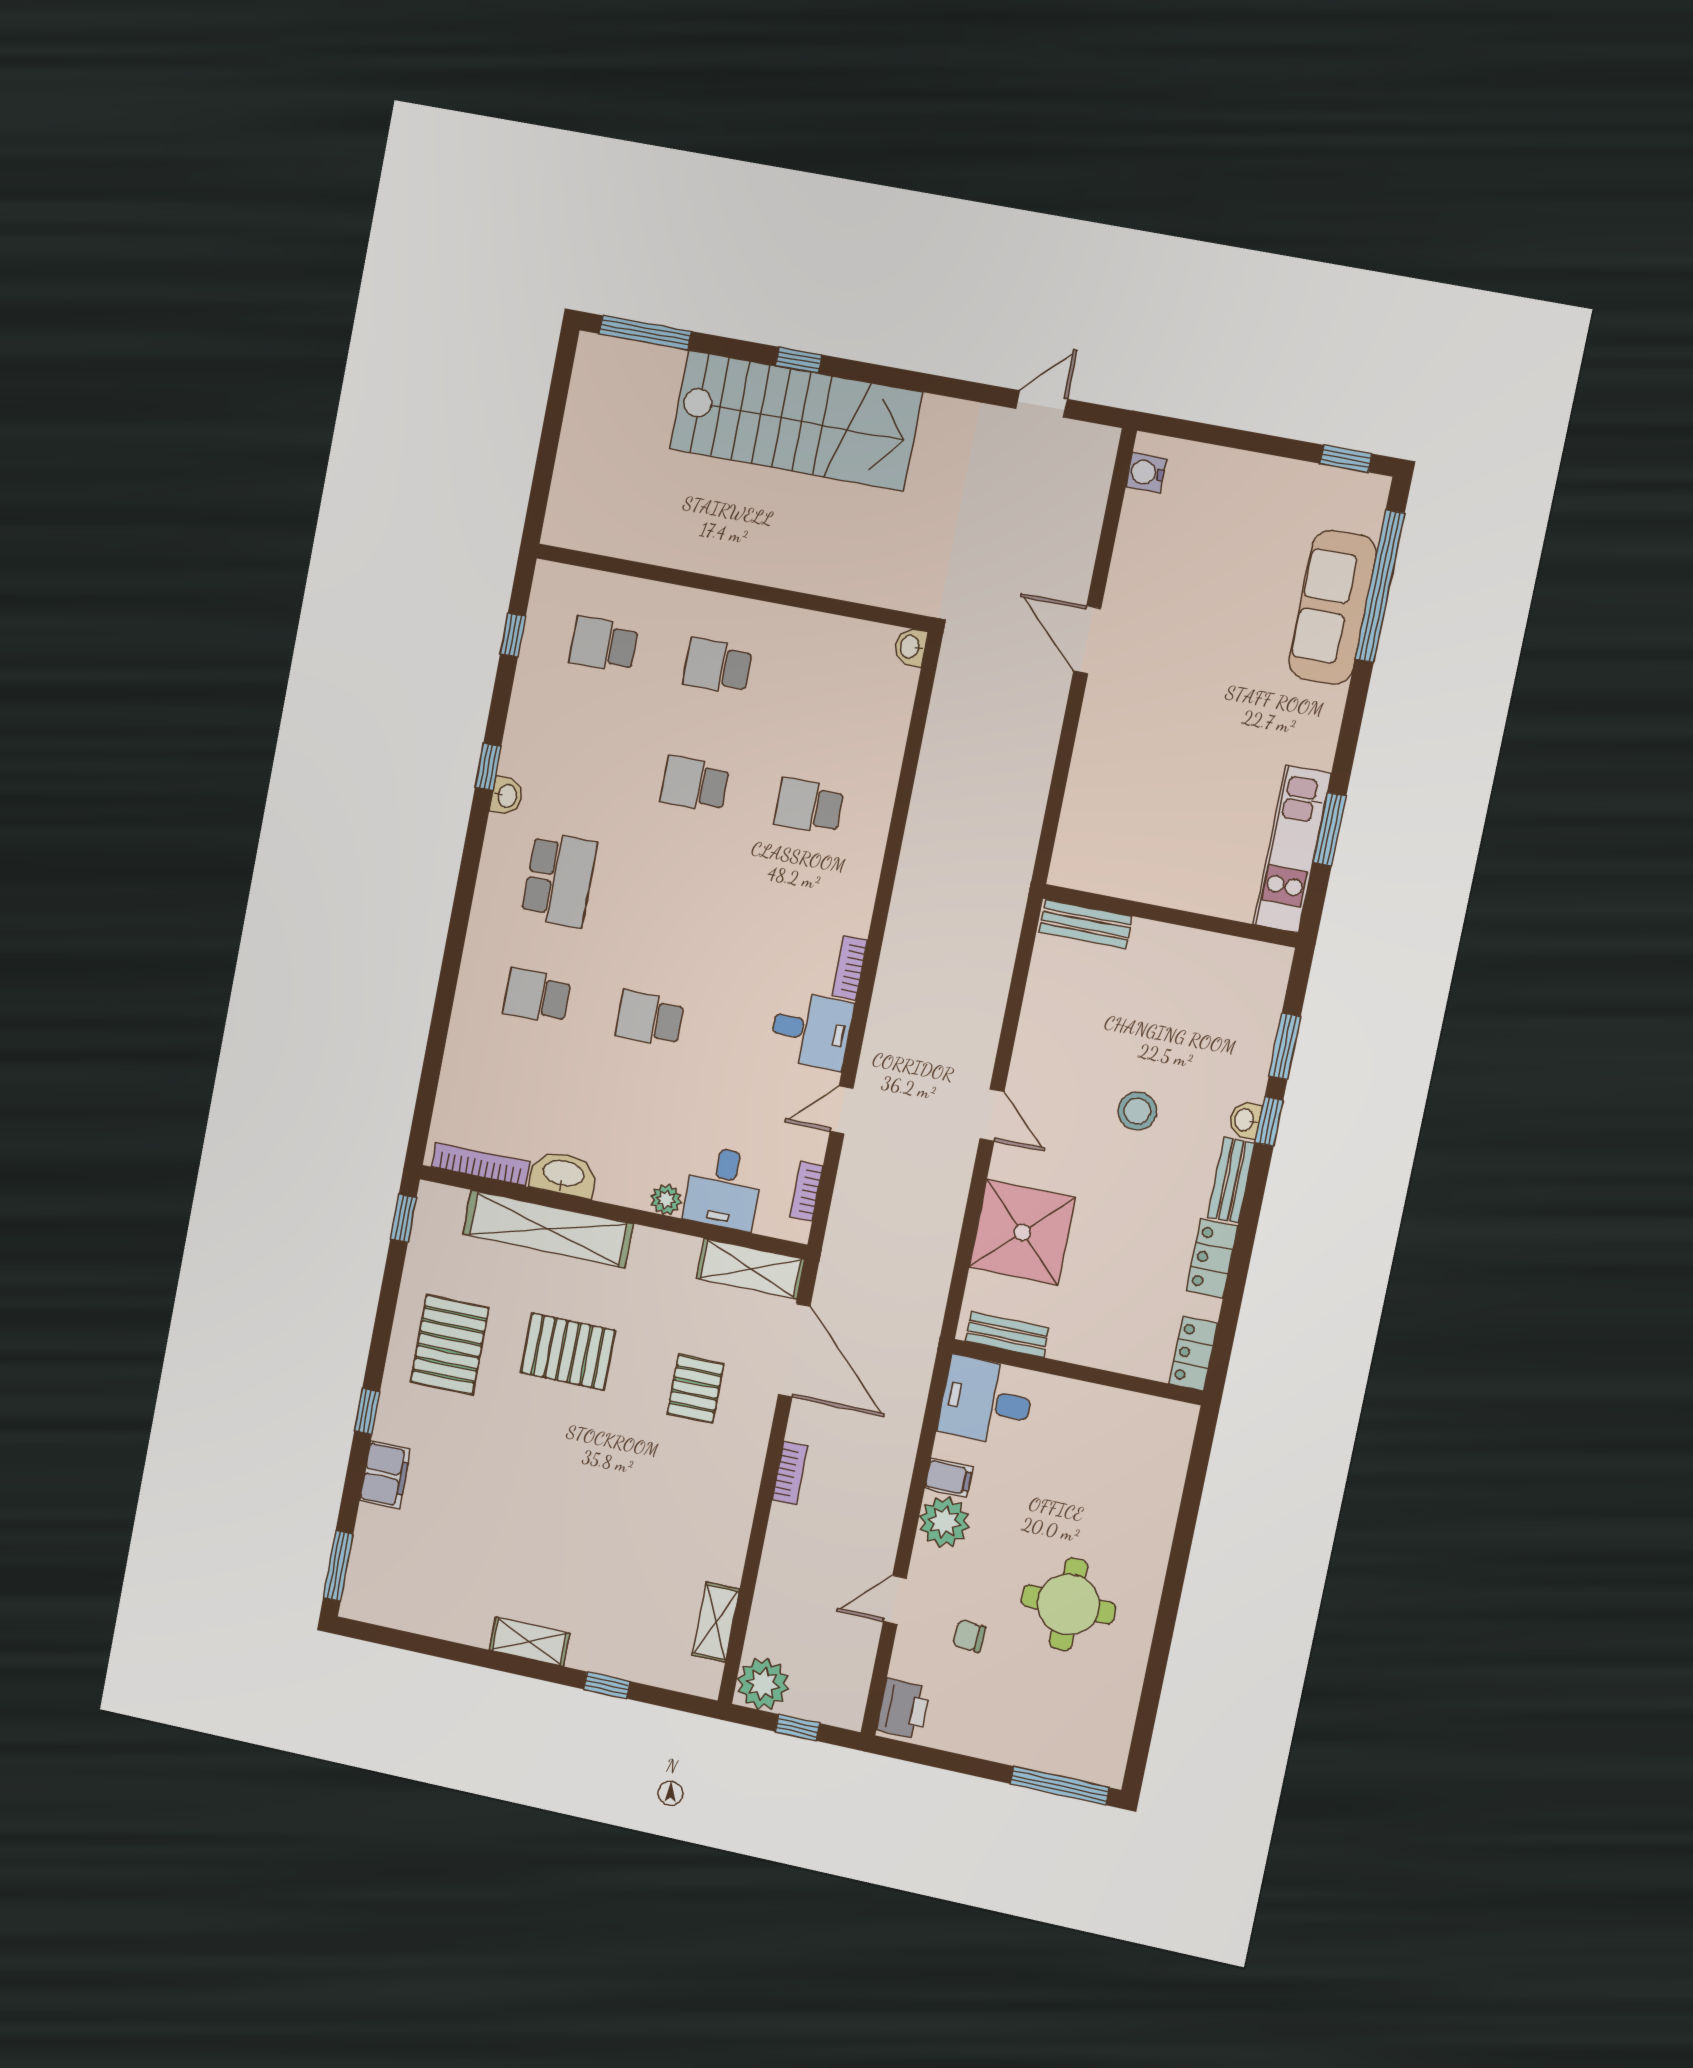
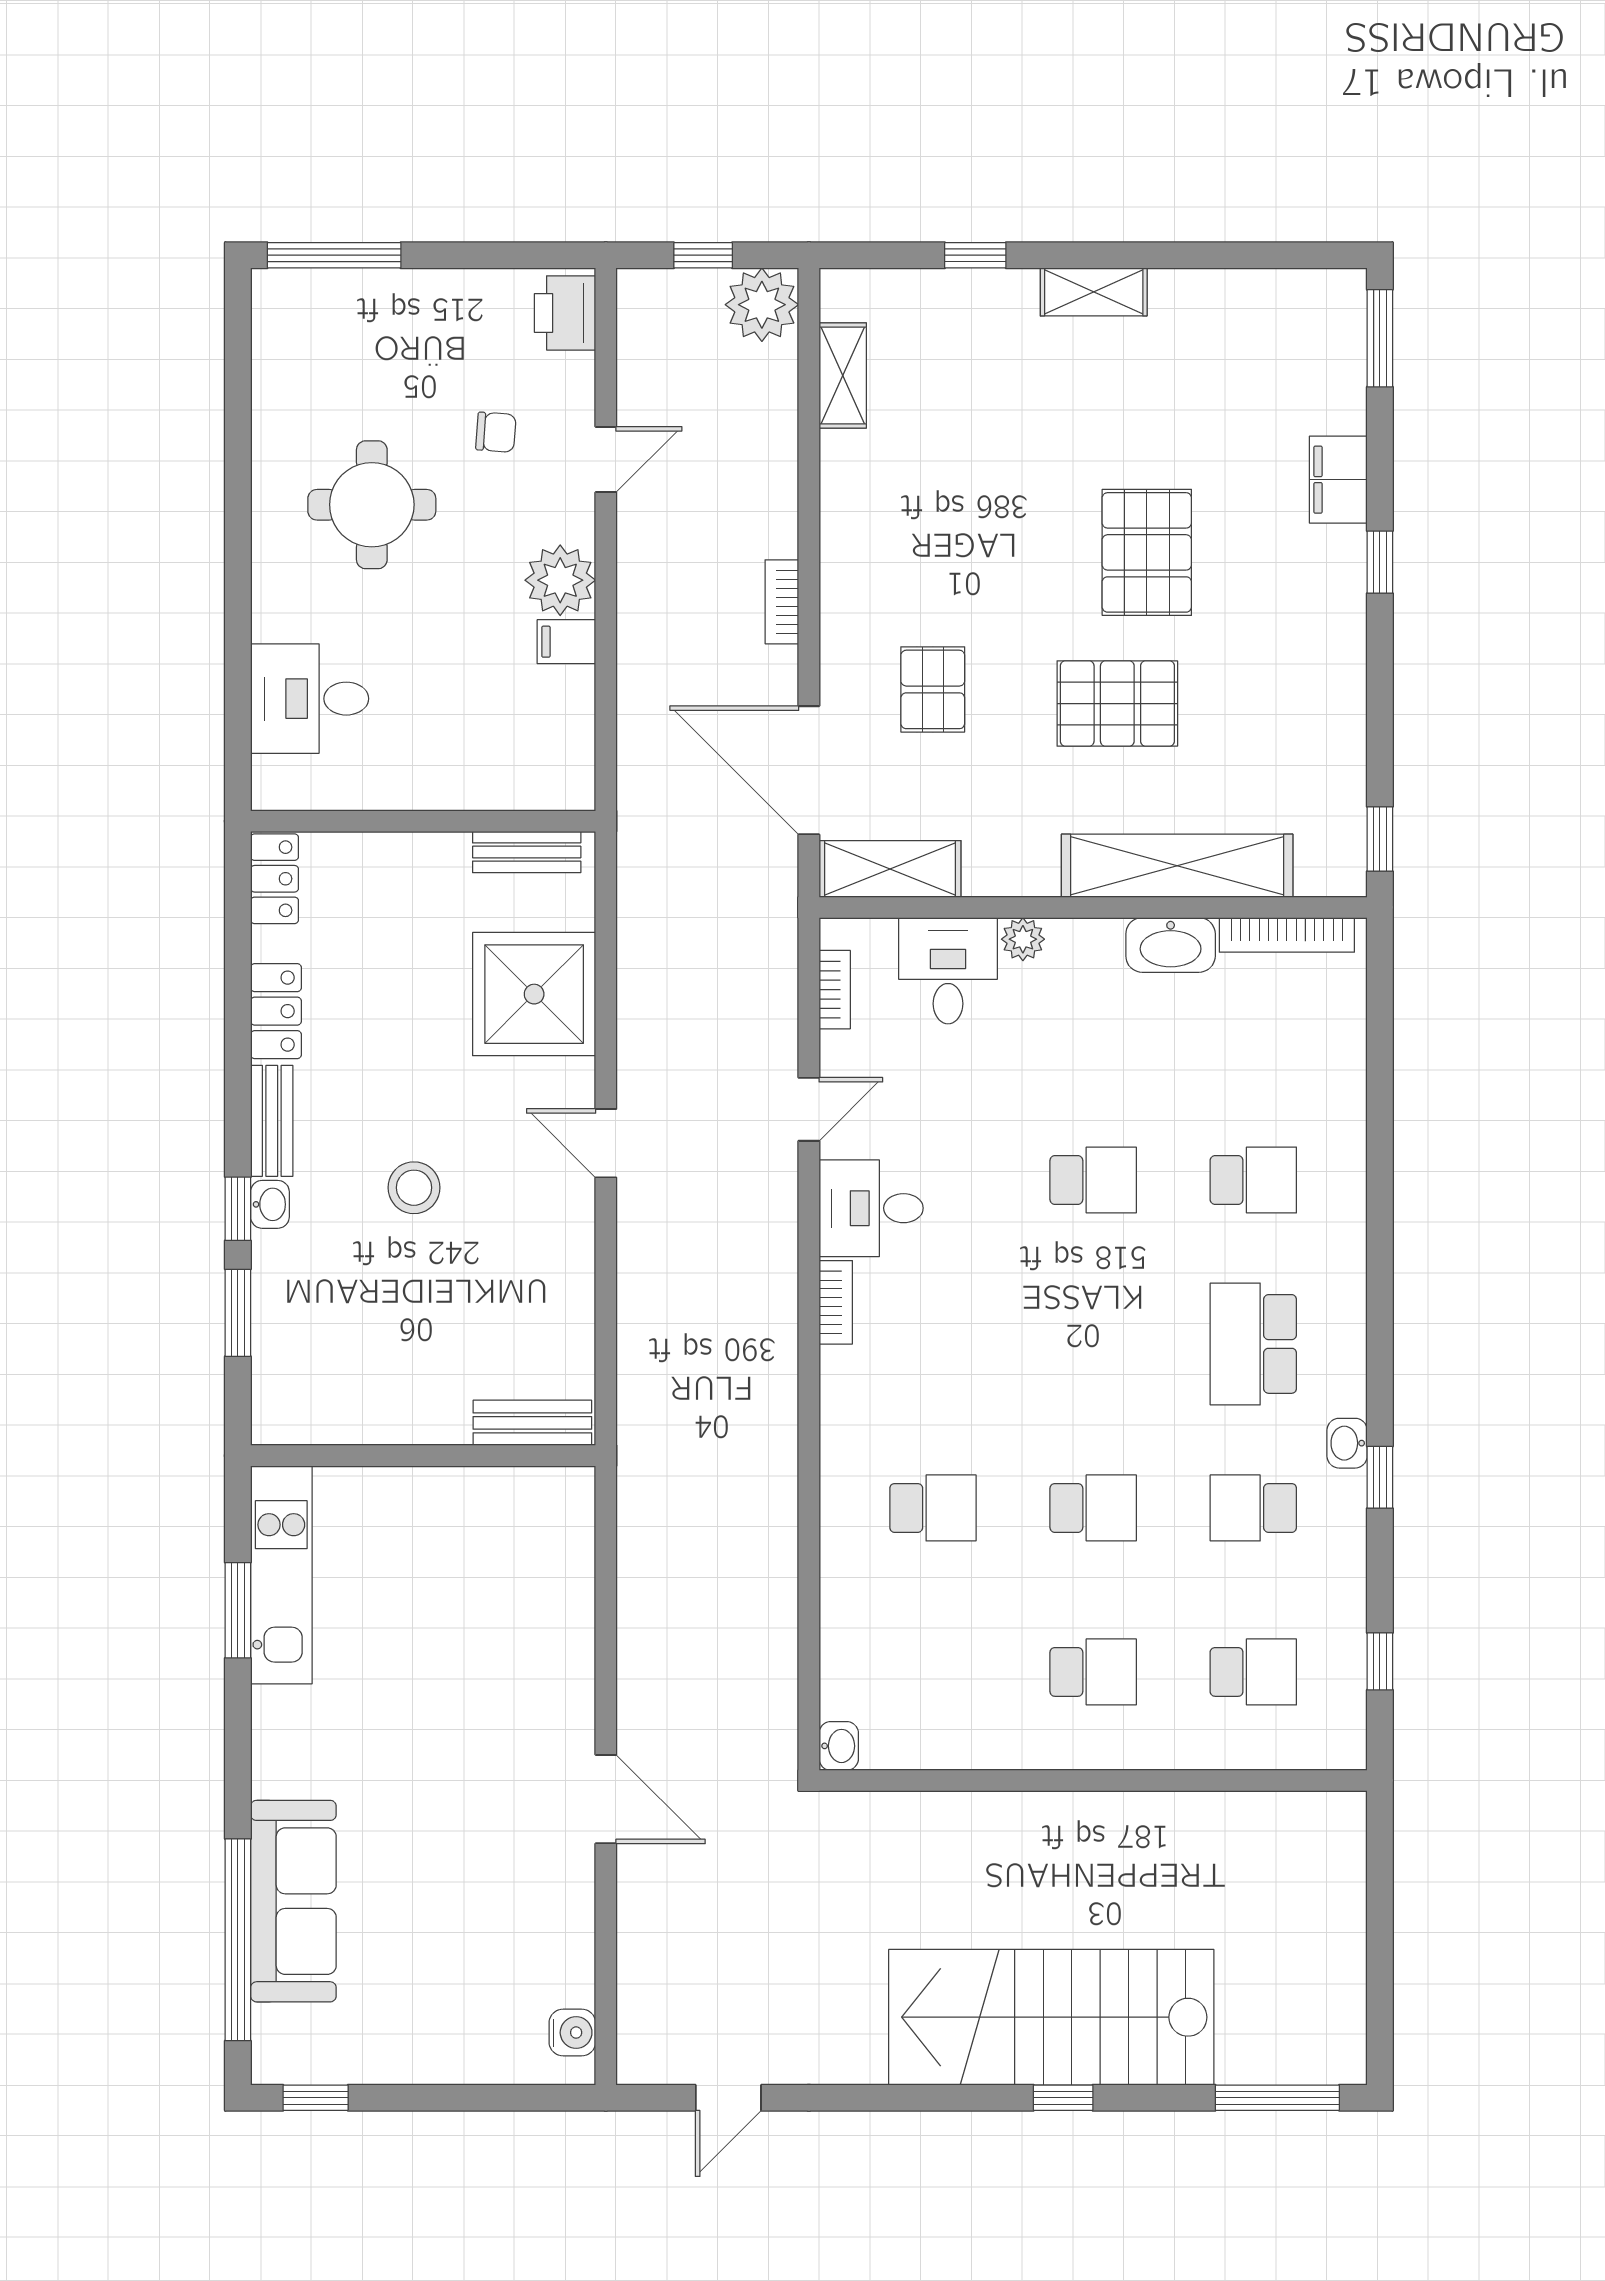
school desk: (581, 762) -> (1253, 1508), added
pallet: (450, 1345) -> (1147, 552), moved
desk: (986, 1401) -> (310, 699), moved, turned 180

